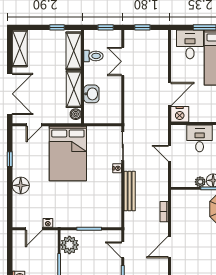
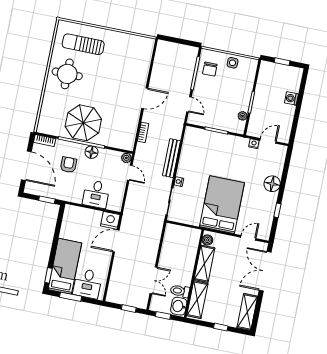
window: (57, 27) -> (221, 327), moved
washbasin: (91, 94) -> (179, 306), moved
door: (170, 153) -> (130, 173), moved
plant: (200, 182) -> (126, 158), moved
plant: (69, 245) -> (243, 116), width x0.53, depth x0.53

